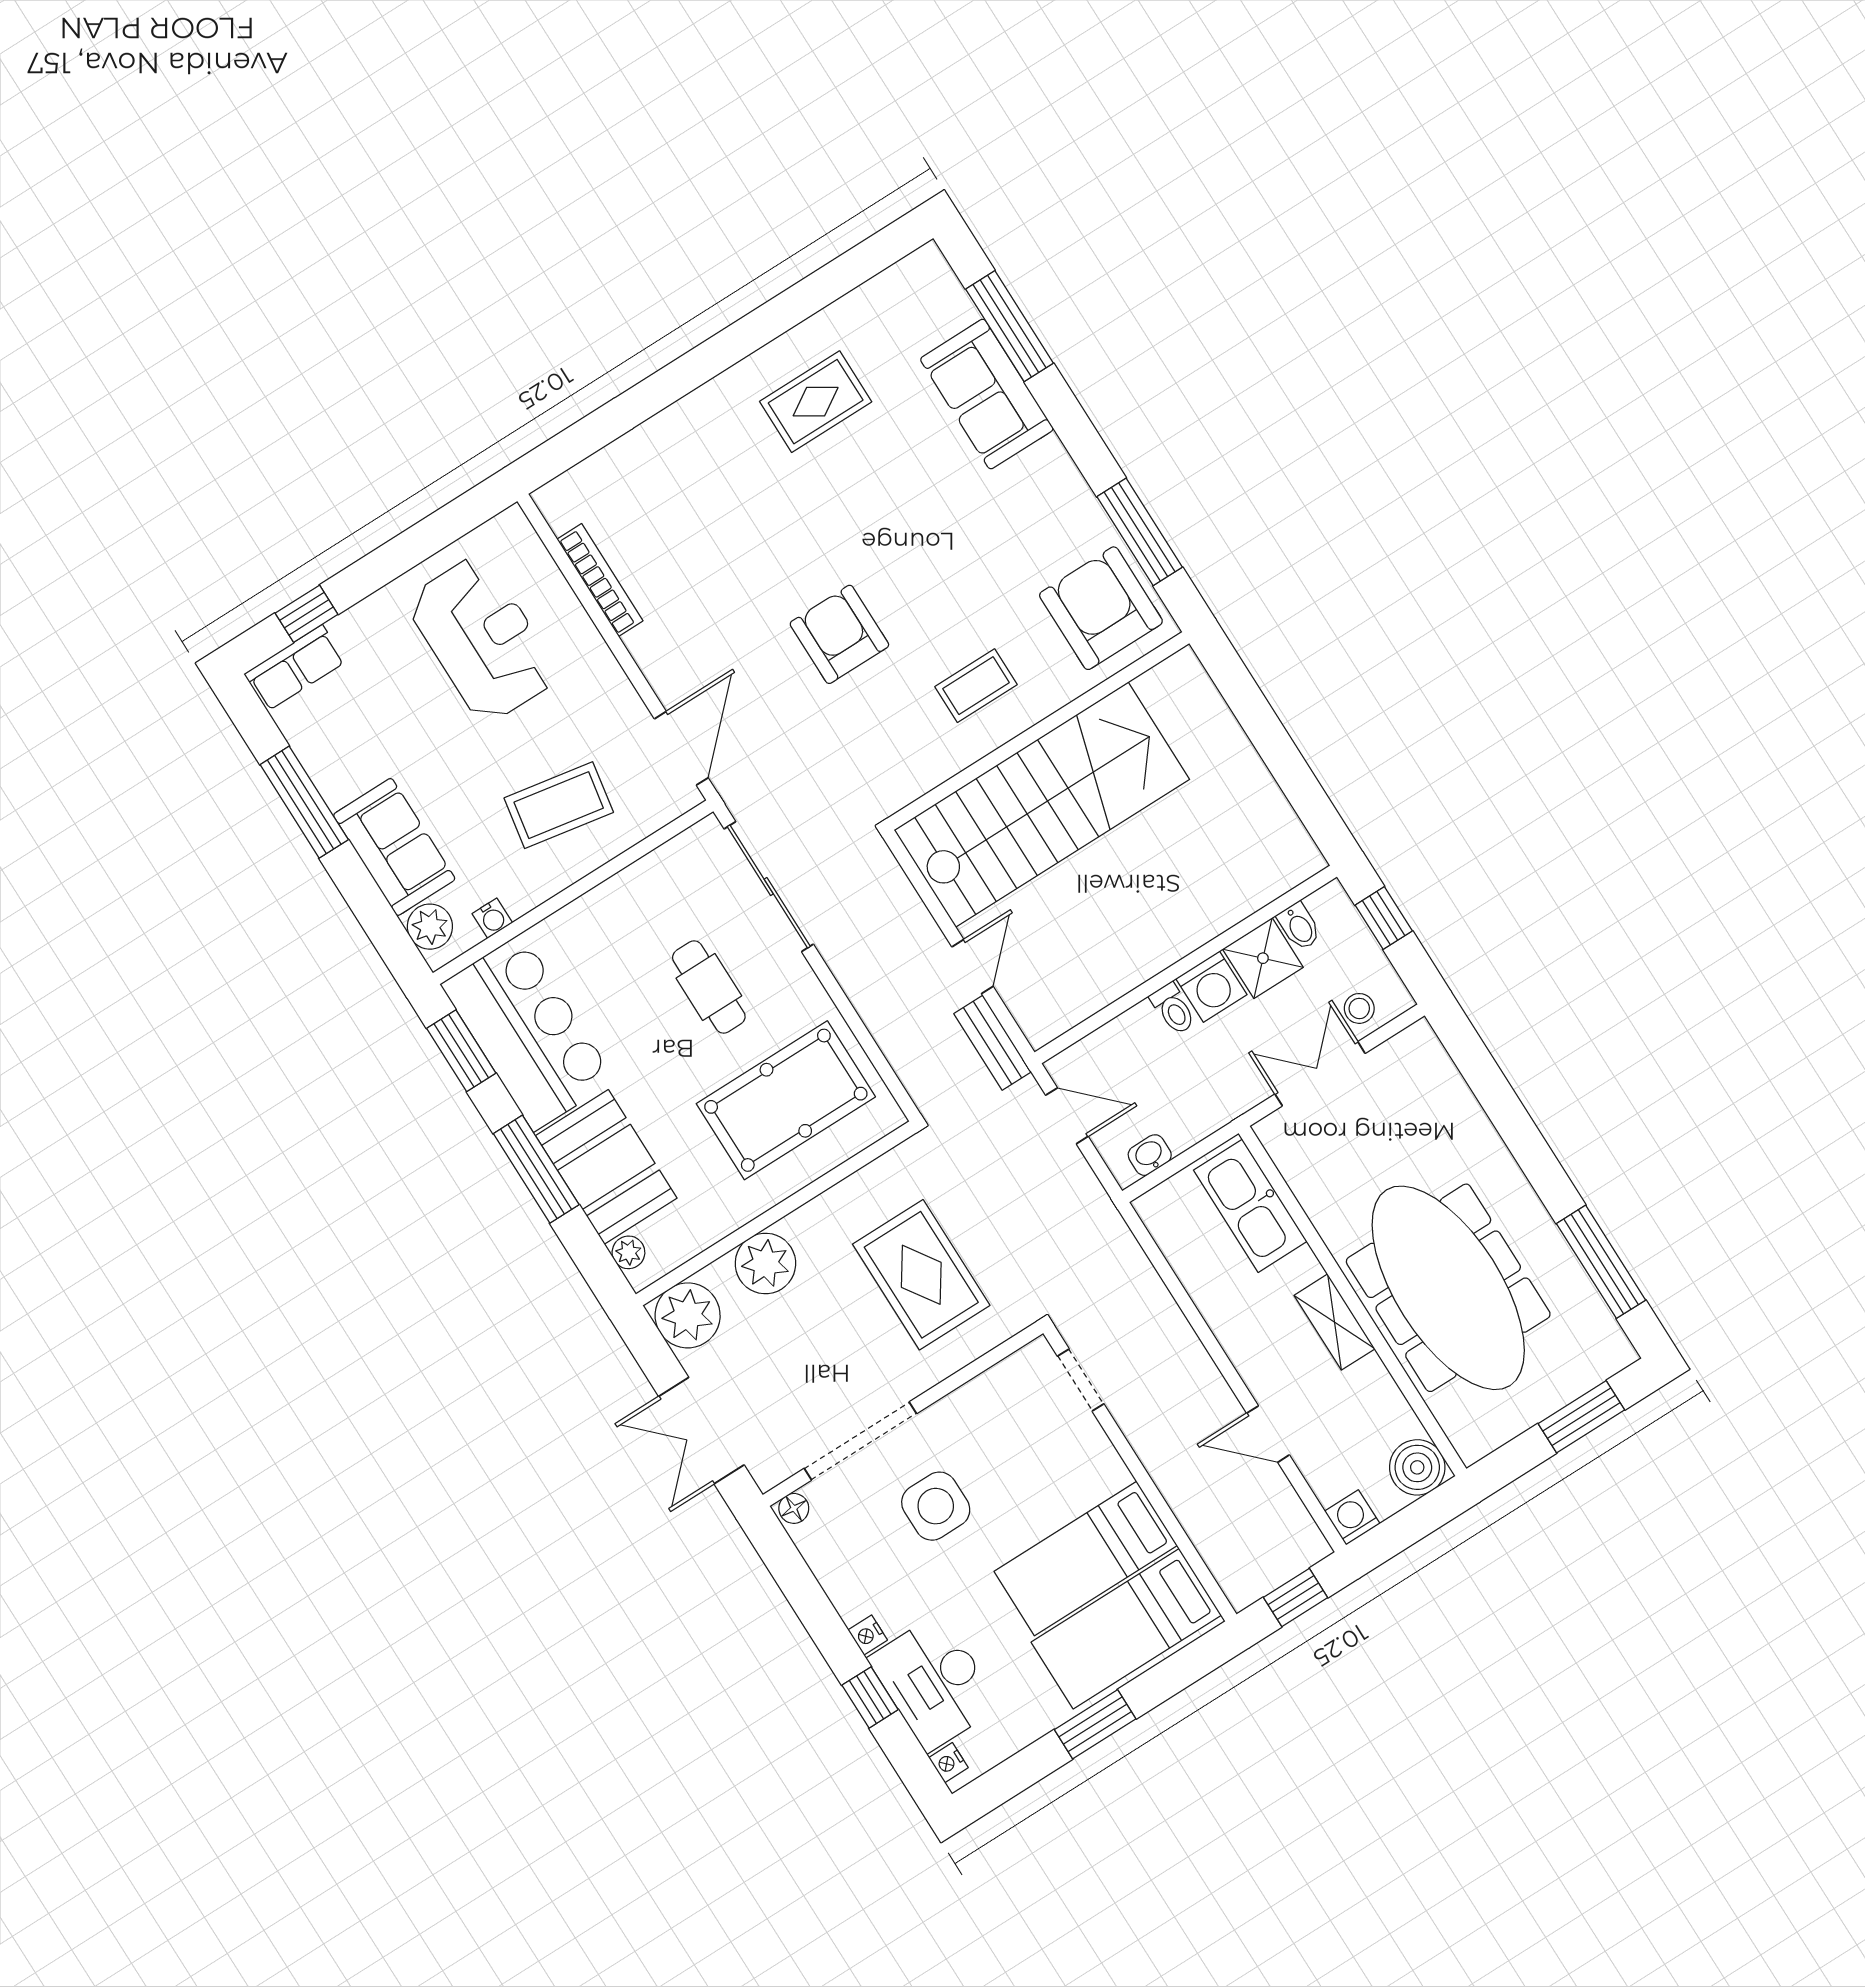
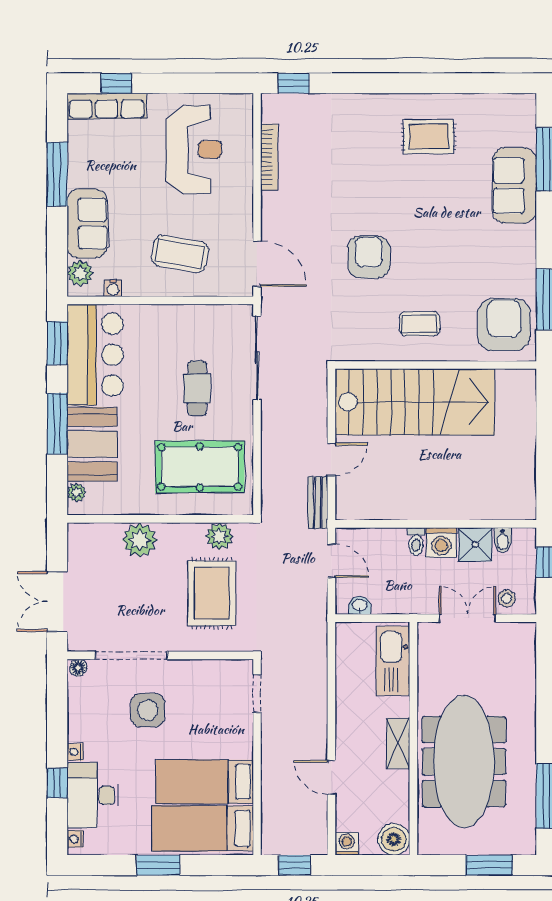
window: (567, 449) -> (293, 83), added
row of seats: (295, 668) -> (107, 106), width x1.48
door: (681, 748) -> (257, 264), hinge flipped
plant: (688, 1315) -> (219, 536), moved, width x0.73, depth x0.73

